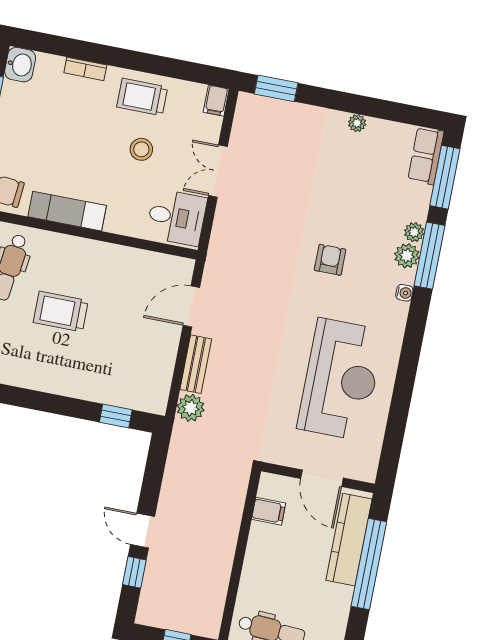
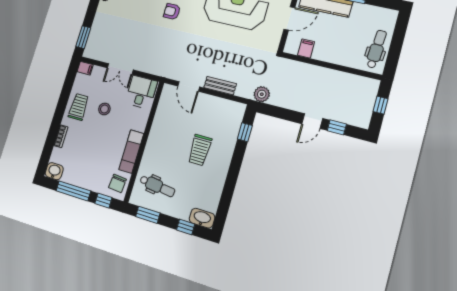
trolley: (142, 97) -> (79, 107), turned 180
trolley: (61, 312) -> (200, 150), moved
plant: (191, 408) -> (262, 94), moved

